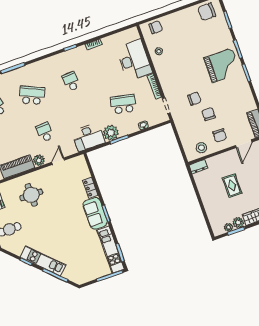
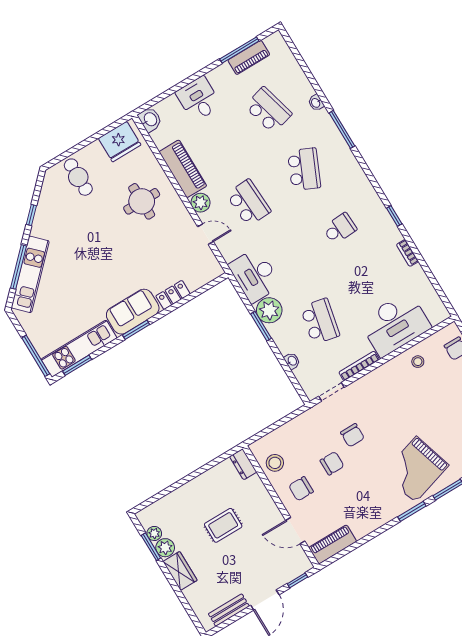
grand piano: (222, 65) -> (416, 469), turned 73
school desk: (45, 132) -> (249, 203), width x1.85
kitchen unit: (43, 261) -> (30, 274), moved

